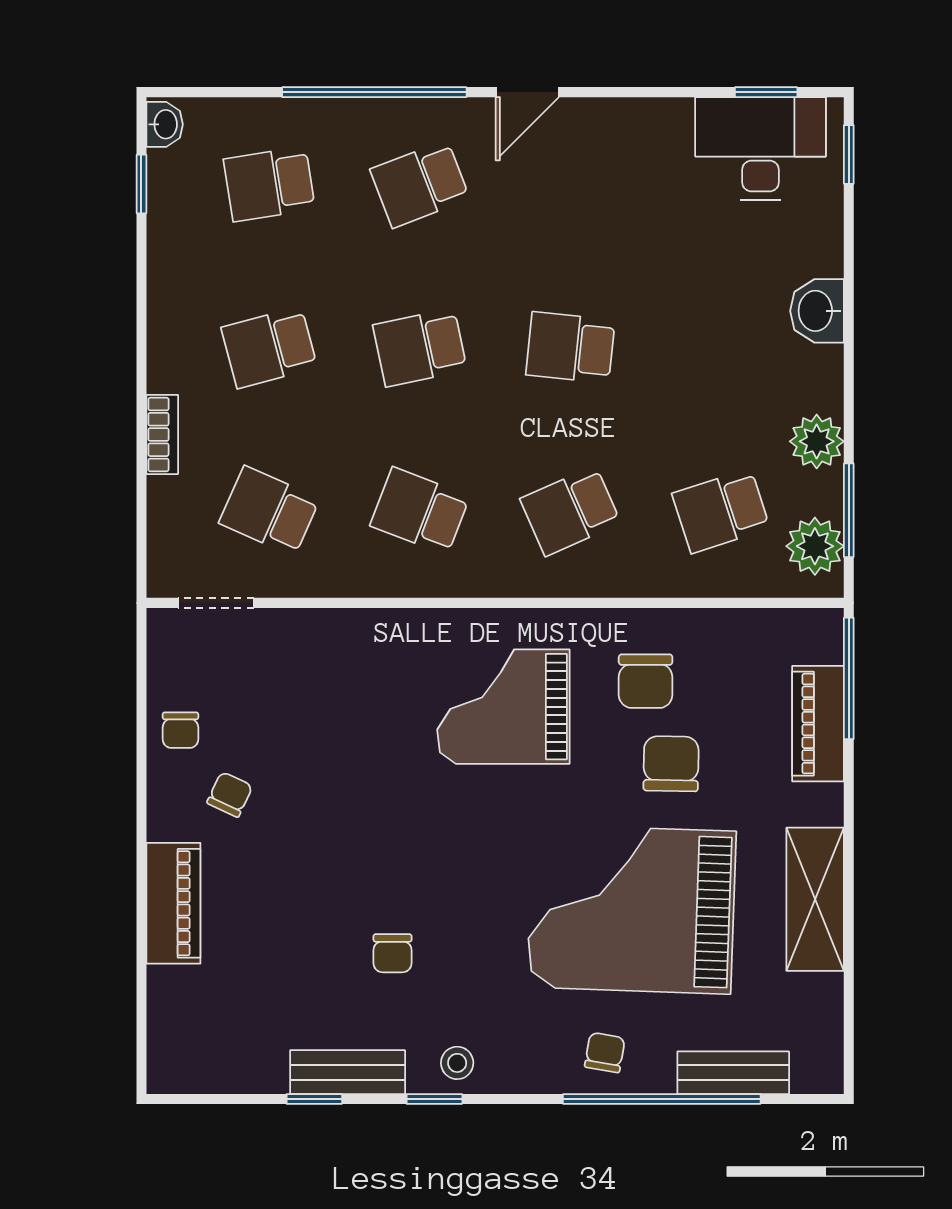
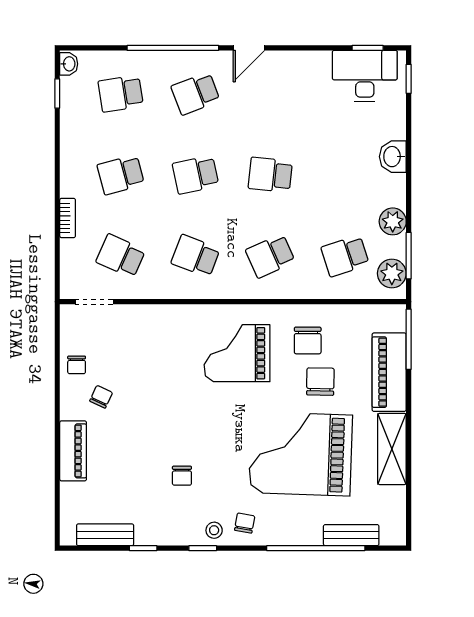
piano: (818, 724) -> (389, 372), width x1.37, depth x1.33
chair: (605, 1052) -> (245, 523), moved
bench: (348, 1072) -> (105, 535), moved

